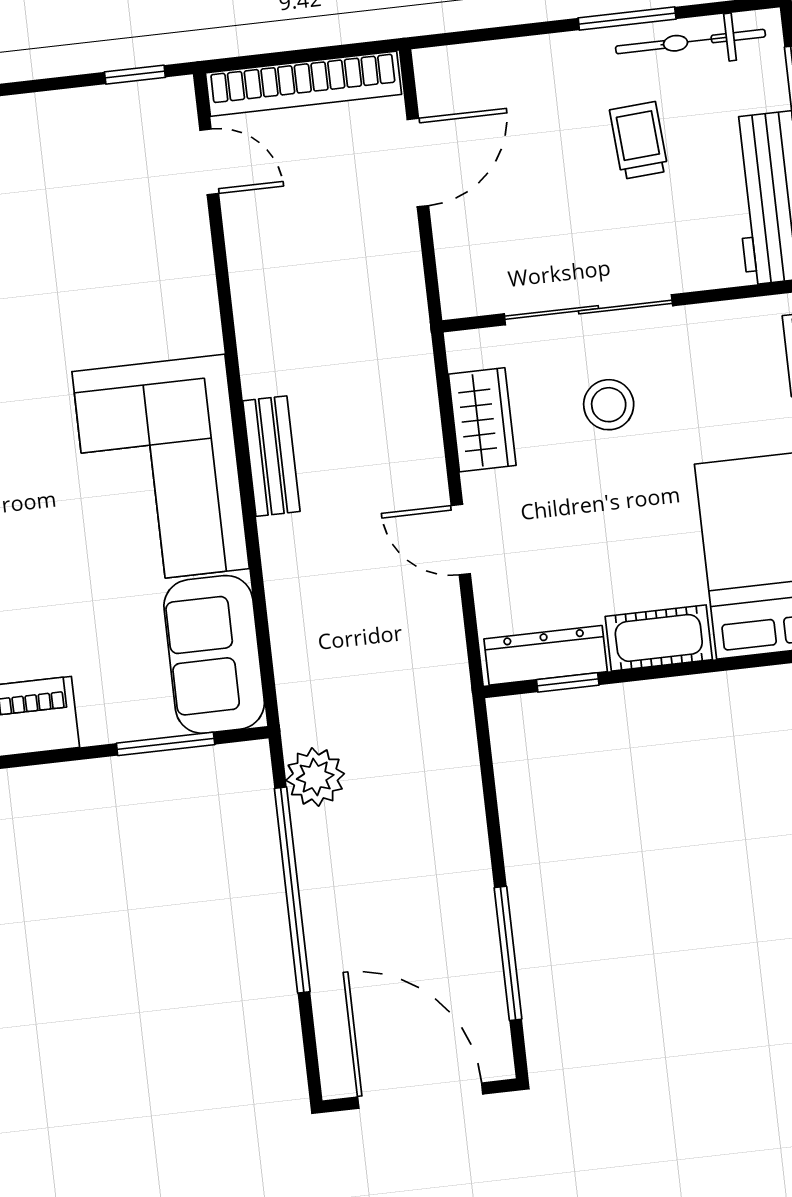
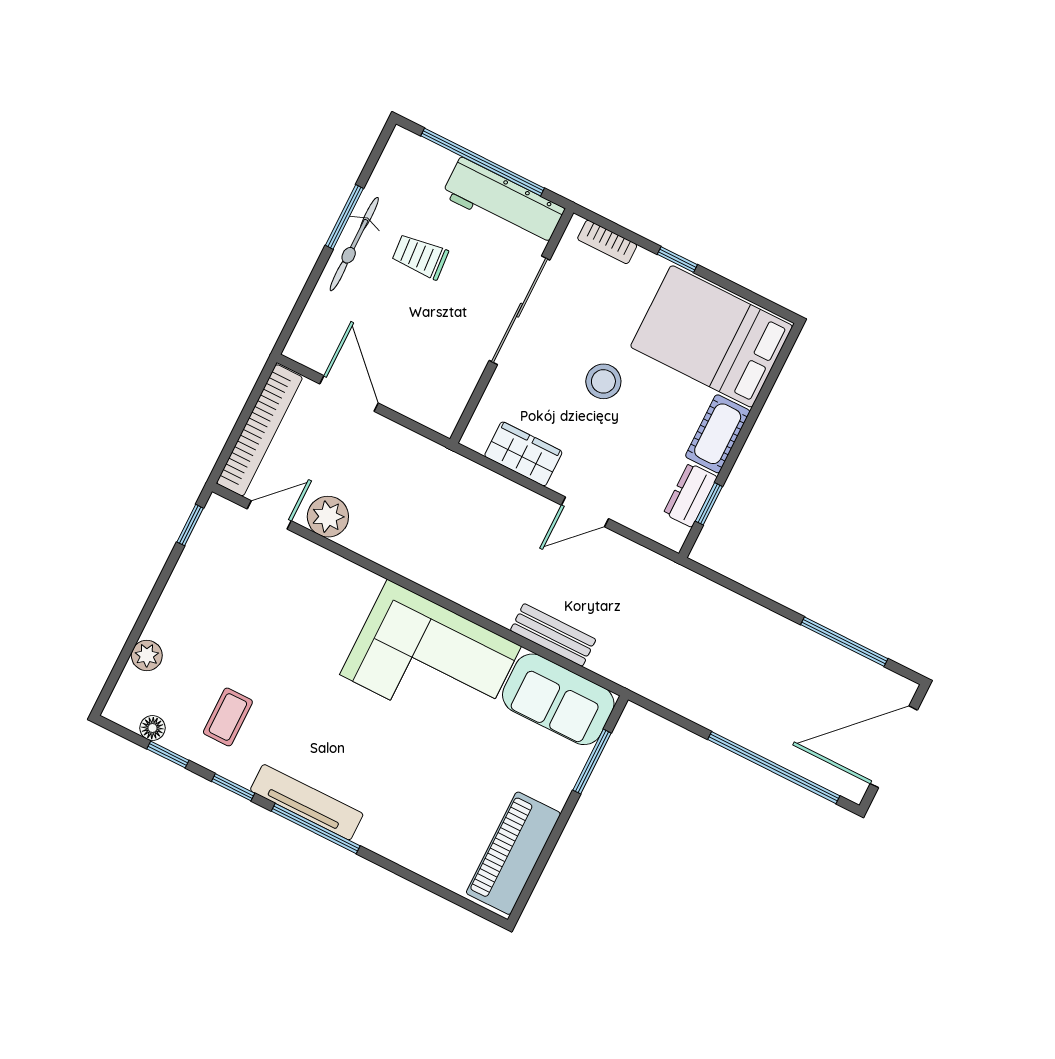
bicycle: (690, 42) -> (354, 244), moved
sliding door: (588, 310) -> (520, 310), moved
stool: (609, 405) -> (603, 381), moved
bench: (271, 456) -> (553, 635), moved
dresser: (546, 655) -> (690, 495), width x0.70
plant: (315, 777) -> (328, 517), moved
window: (292, 890) -> (774, 768), moved

